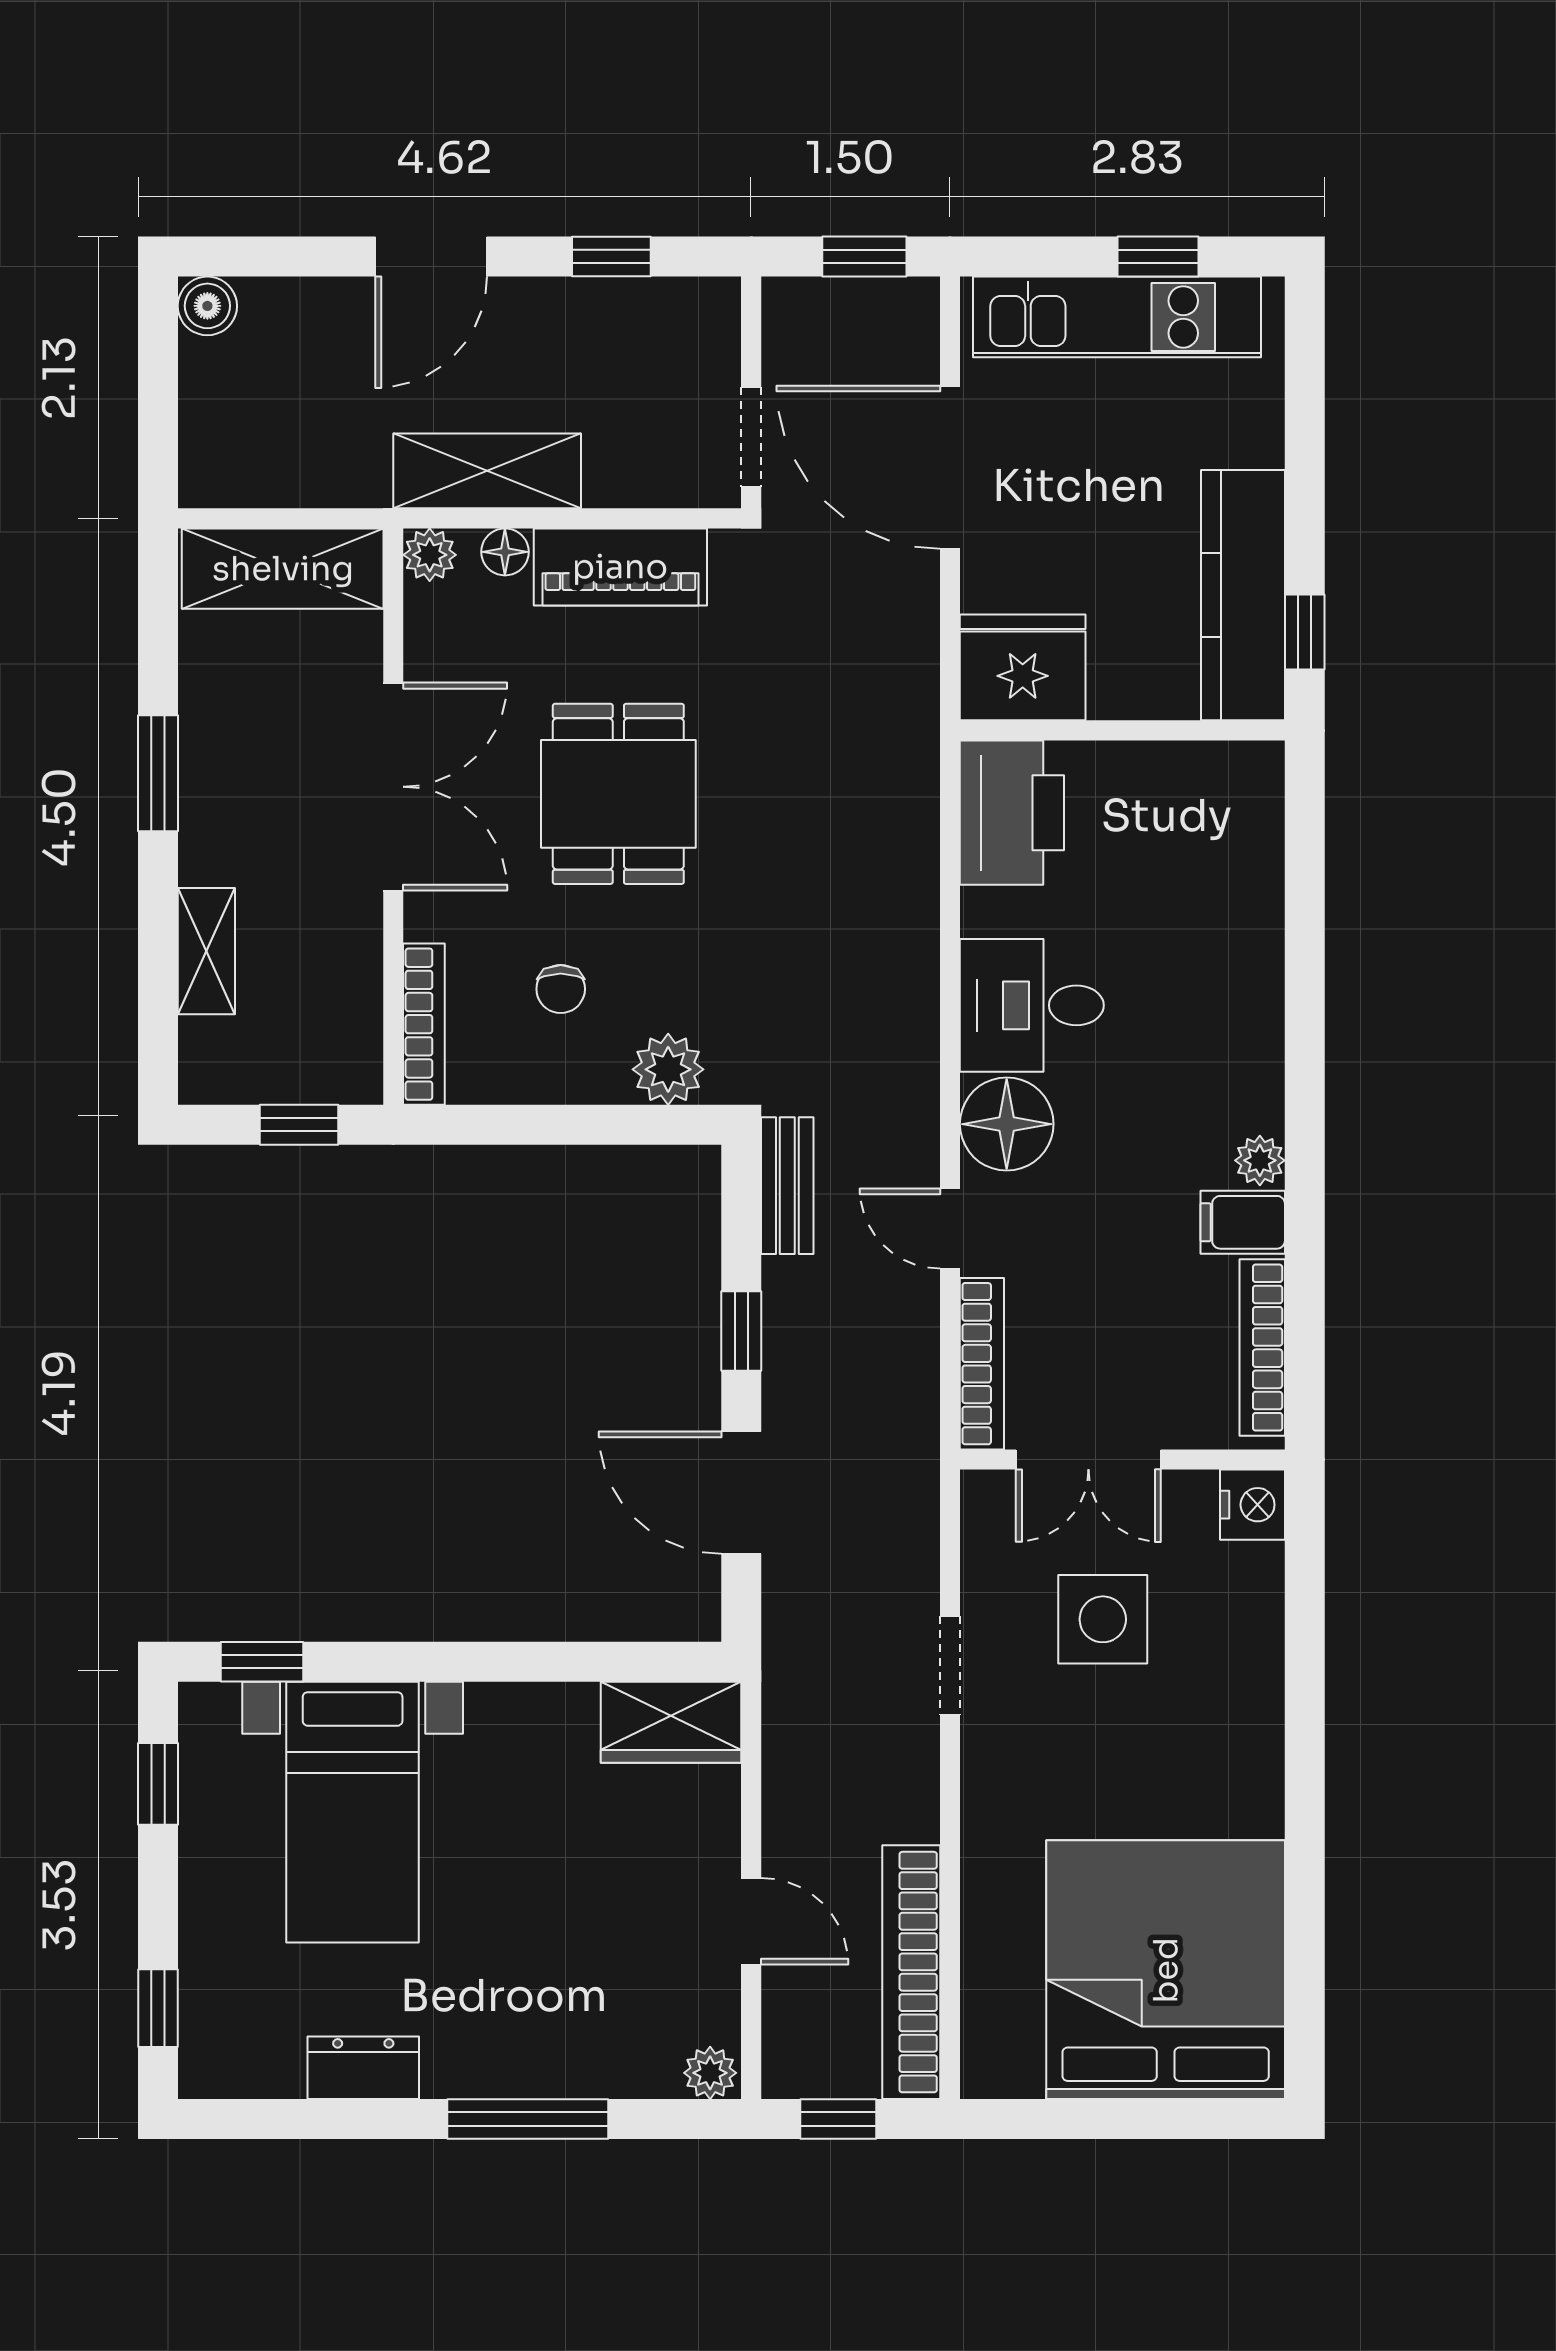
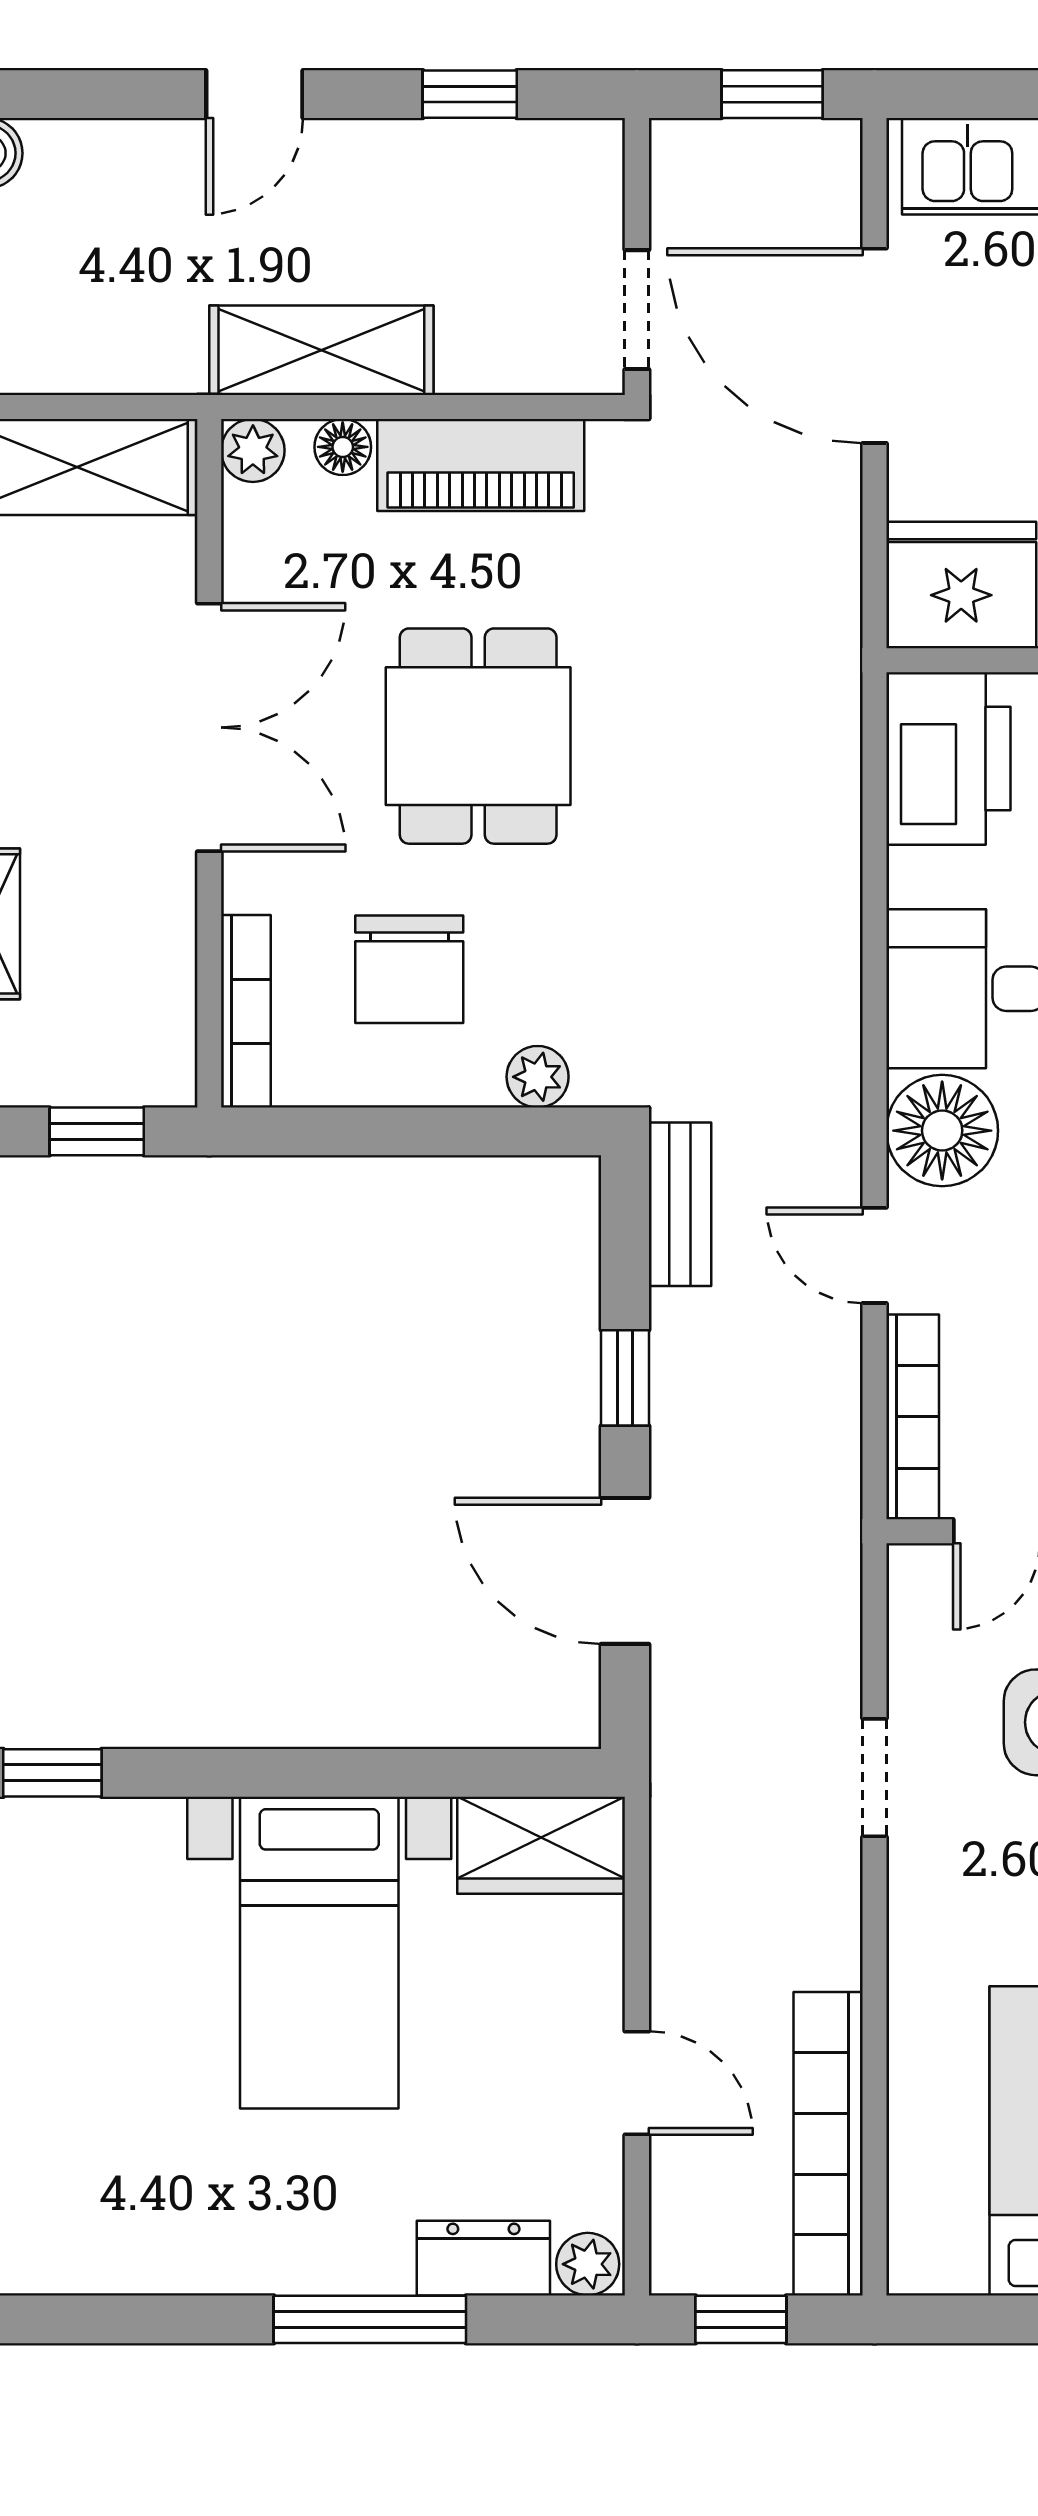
door: (431, 257) -> (254, 94), width x0.73
chair: (561, 989) -> (409, 969), width x1.87, depth x1.87
plant: (668, 1069) -> (538, 1077), width x0.73, depth x0.73
bed with nightstands: (353, 1812) -> (319, 1953), moved
dresser: (363, 2068) -> (483, 2258), moved

